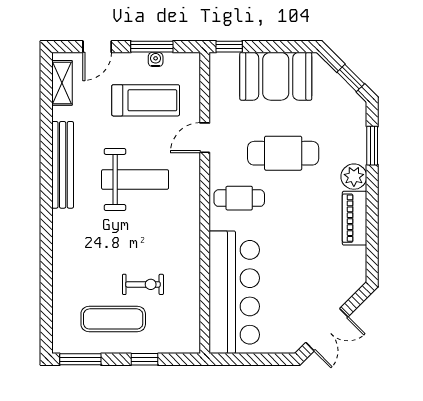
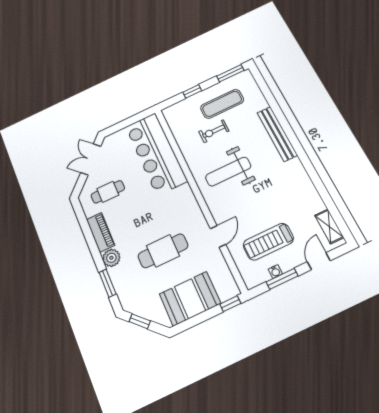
bench: (63, 165) -> (277, 134), moved
weight bench: (135, 179) -> (228, 172), moved
cafe table: (239, 198) -> (108, 192), moved

